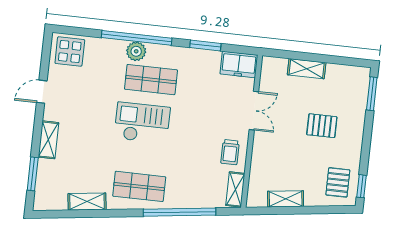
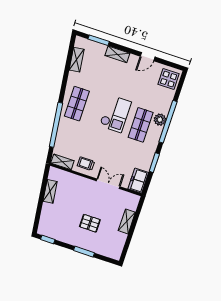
door: (42, 92) -> (148, 57), swing flipped
window: (372, 94) -> (84, 252), moved
double door: (254, 111) -> (108, 184), swing flipped
pallet: (322, 126) -> (90, 223), turned 90
pallet: (338, 182) -> (53, 226), removed
shelving: (87, 202) -> (77, 60), moved

